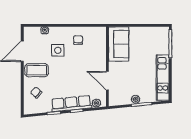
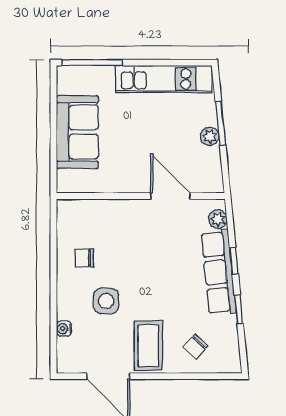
sofa: (119, 44) -> (77, 132), moved, turned 90
door: (107, 81) -> (170, 196), swing flipped

